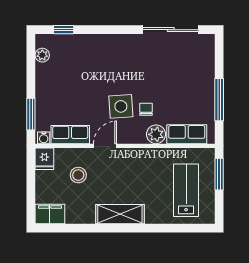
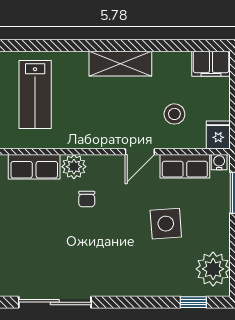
plant: (42, 55) -> (213, 269), width x1.88, depth x1.88
side table: (121, 106) -> (166, 224), moved

